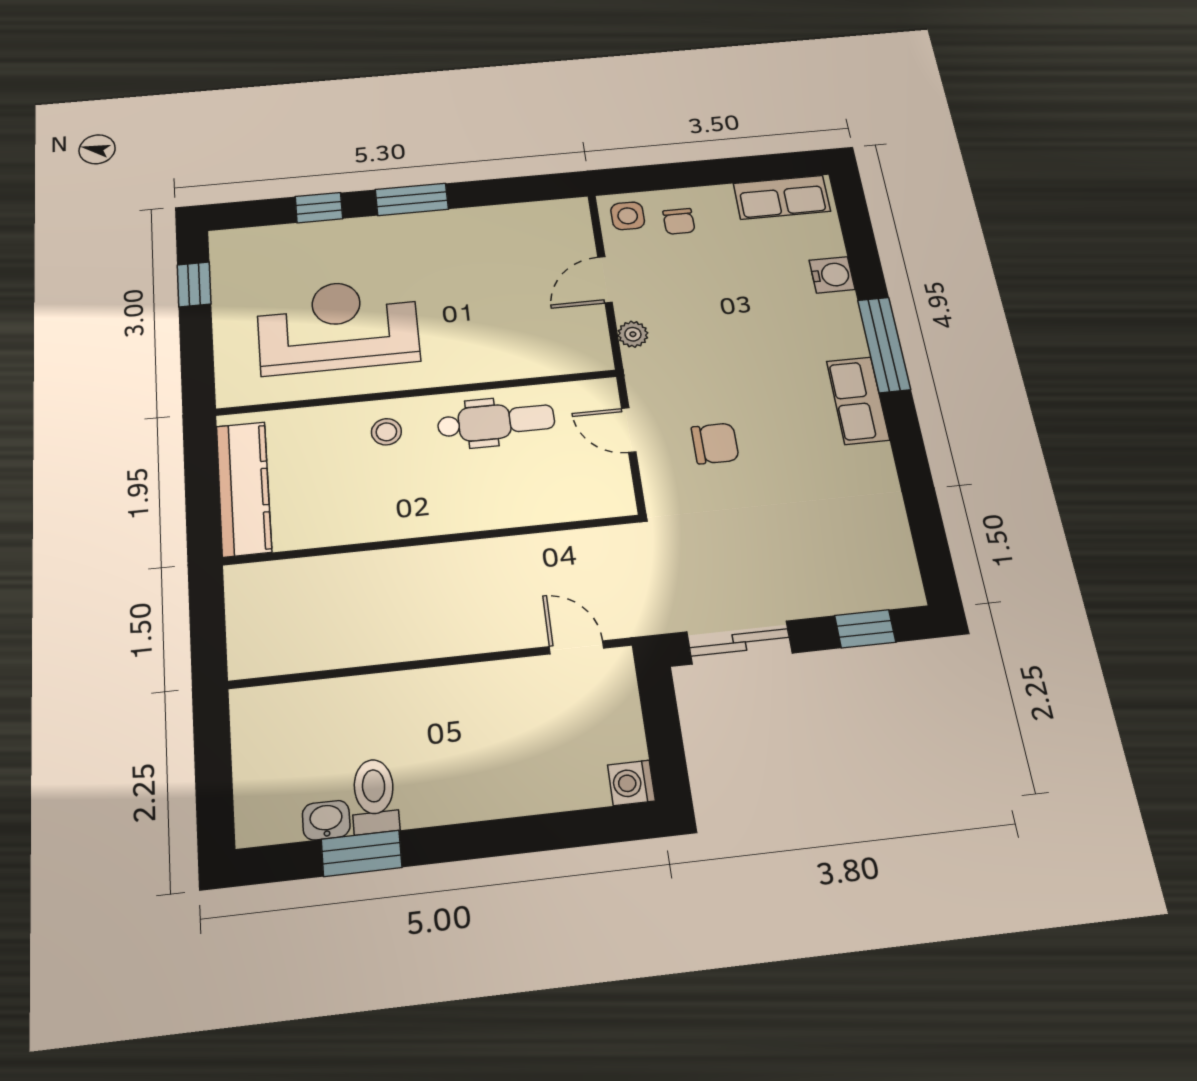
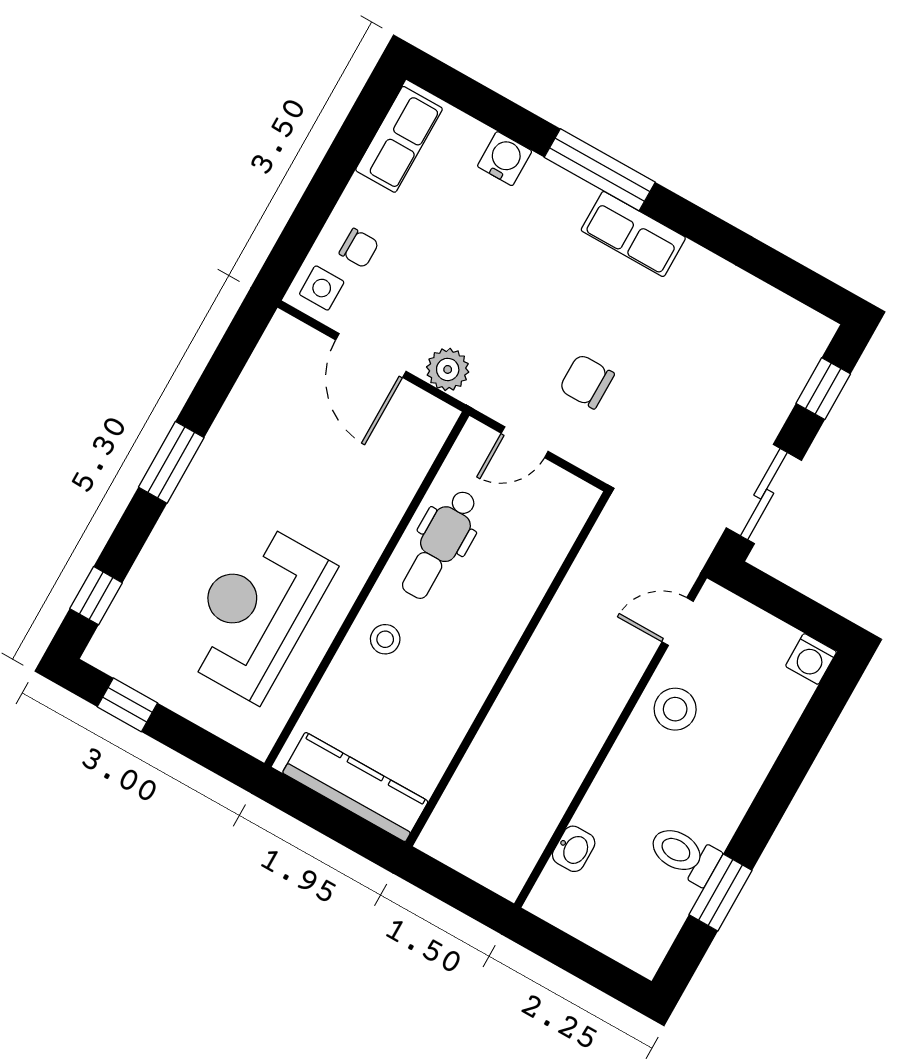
window: (319, 208) -> (96, 596), moved
door: (605, 280) -> (371, 356), width x1.37
plant: (633, 334) -> (448, 369), width x1.38, depth x1.38
dental chair: (496, 422) -> (440, 544), turned 180
chair: (715, 443) -> (587, 381), turned -90
stool: (499, 698) -> (675, 709), added
washbasin: (326, 820) -> (574, 849), moved, turned 180

